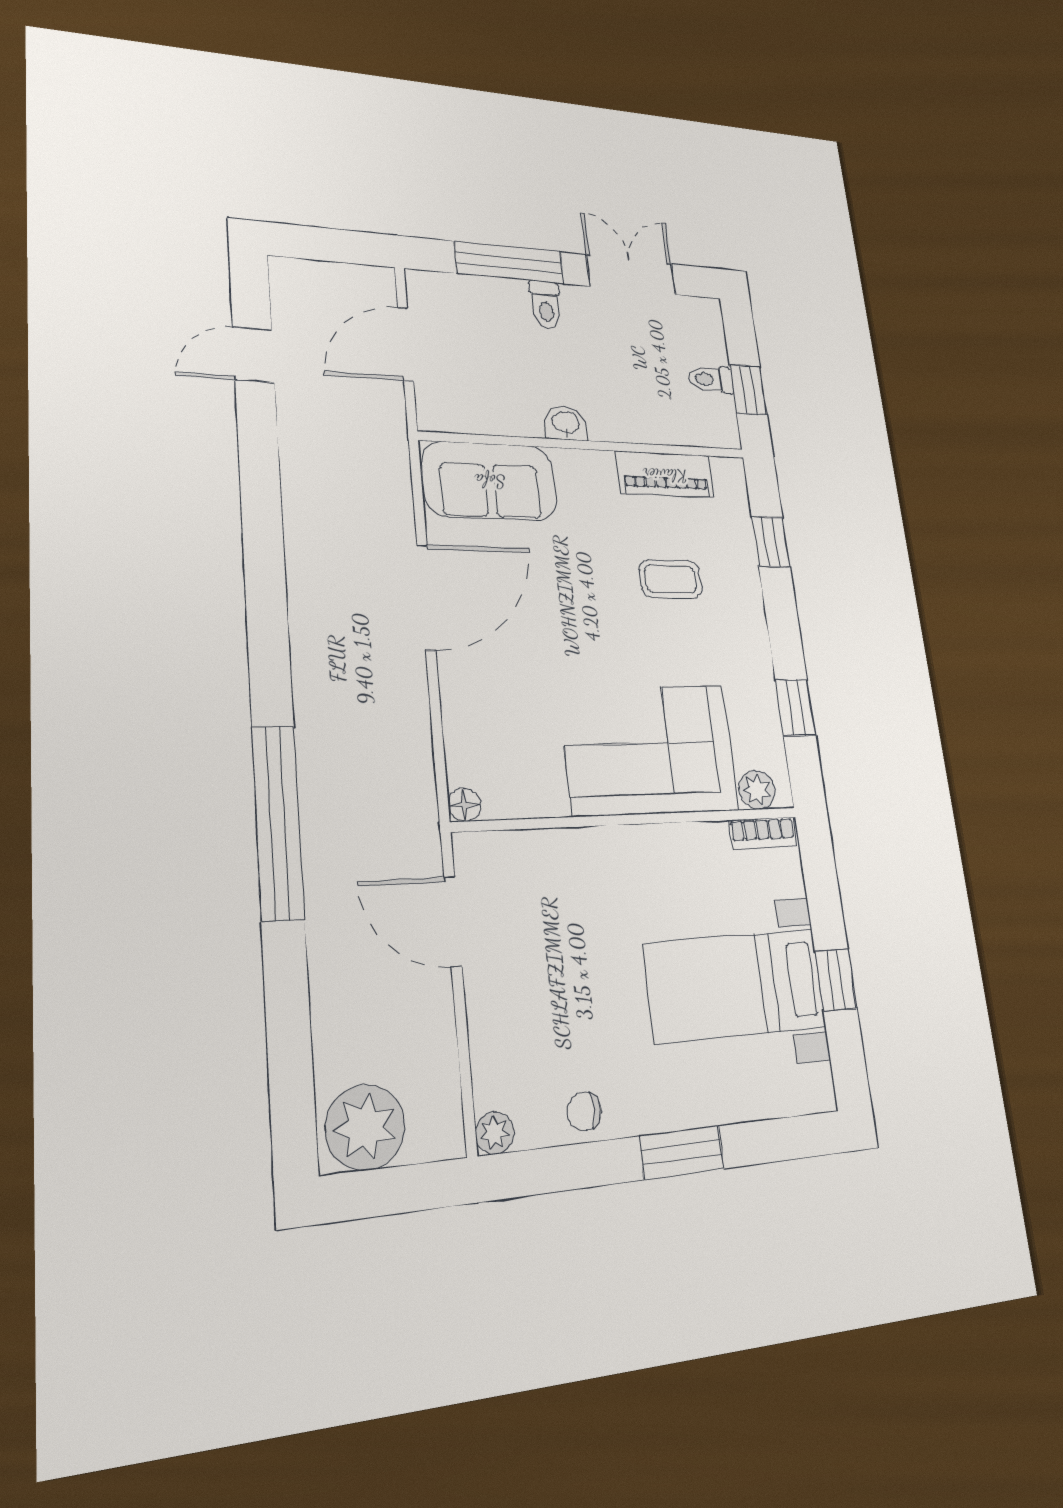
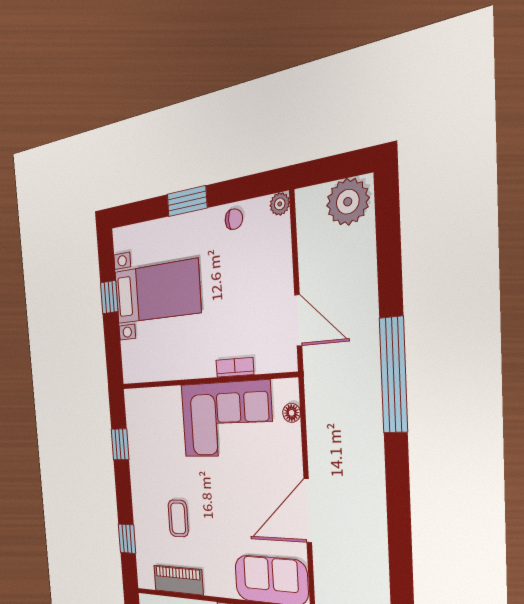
coffee table: (671, 579) -> (178, 518), turned 90
corner sofa: (649, 749) -> (226, 419), moved
plant: (757, 790) -> (141, 399), removed
floor lamp: (464, 805) -> (292, 413), moved
bookcase: (763, 833) -> (235, 367), moved

